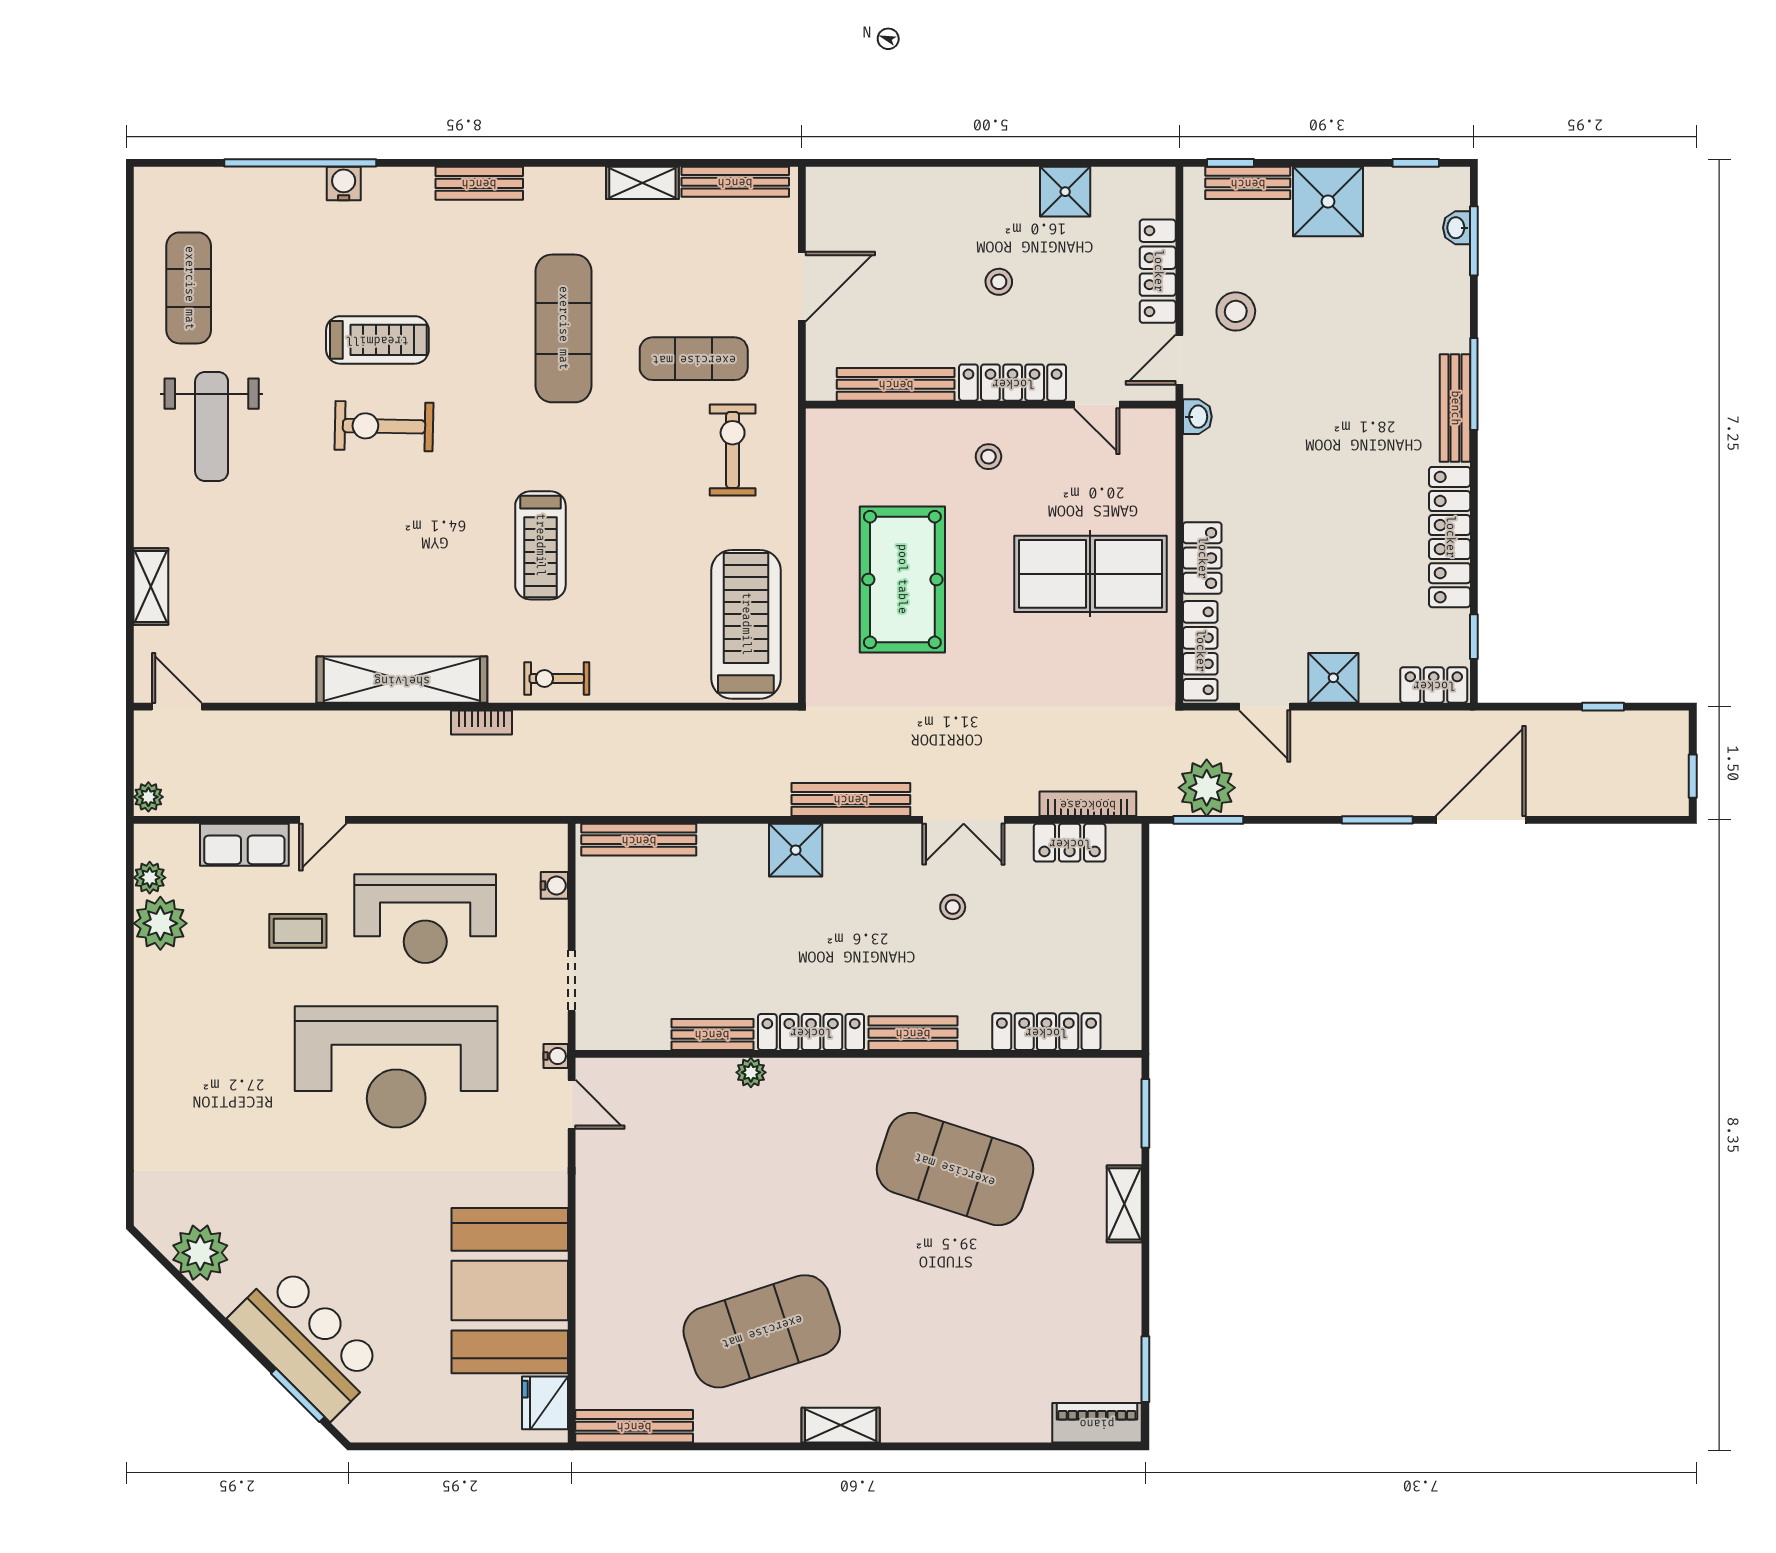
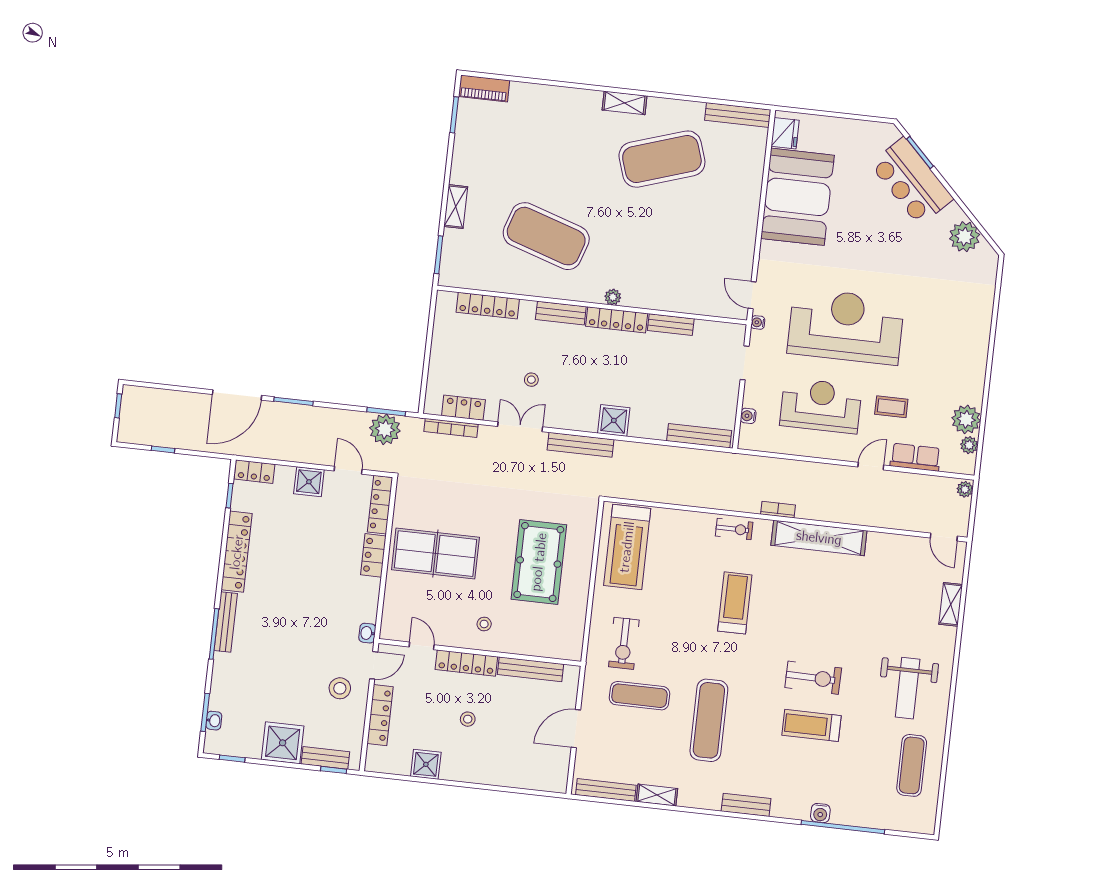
weight bench: (212, 427) -> (908, 688), turned 180
plant: (751, 1072) -> (613, 297), moved

